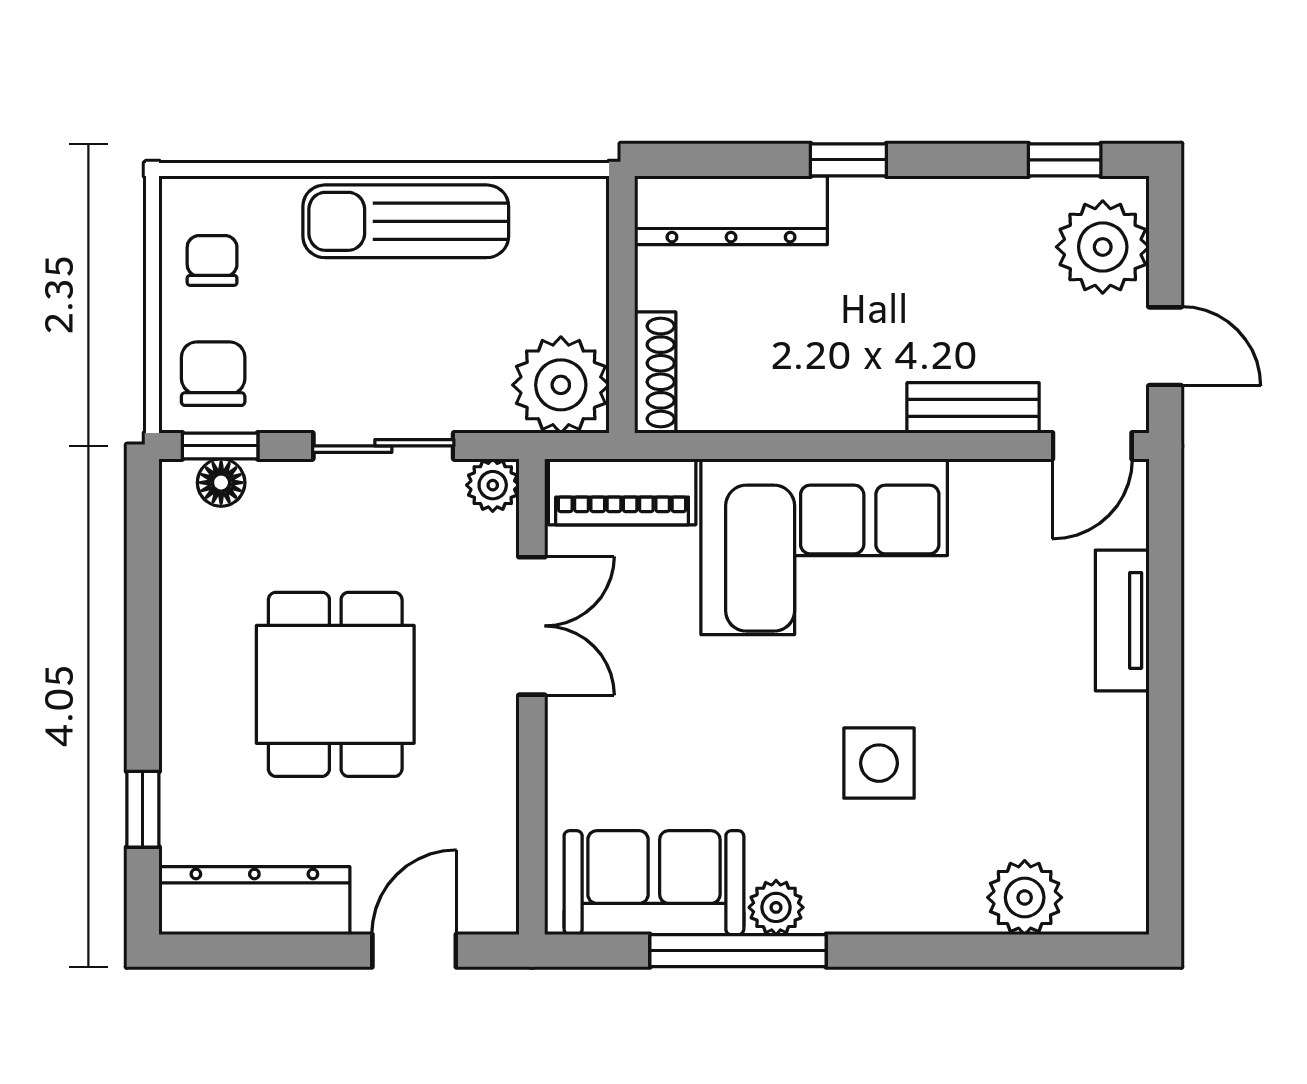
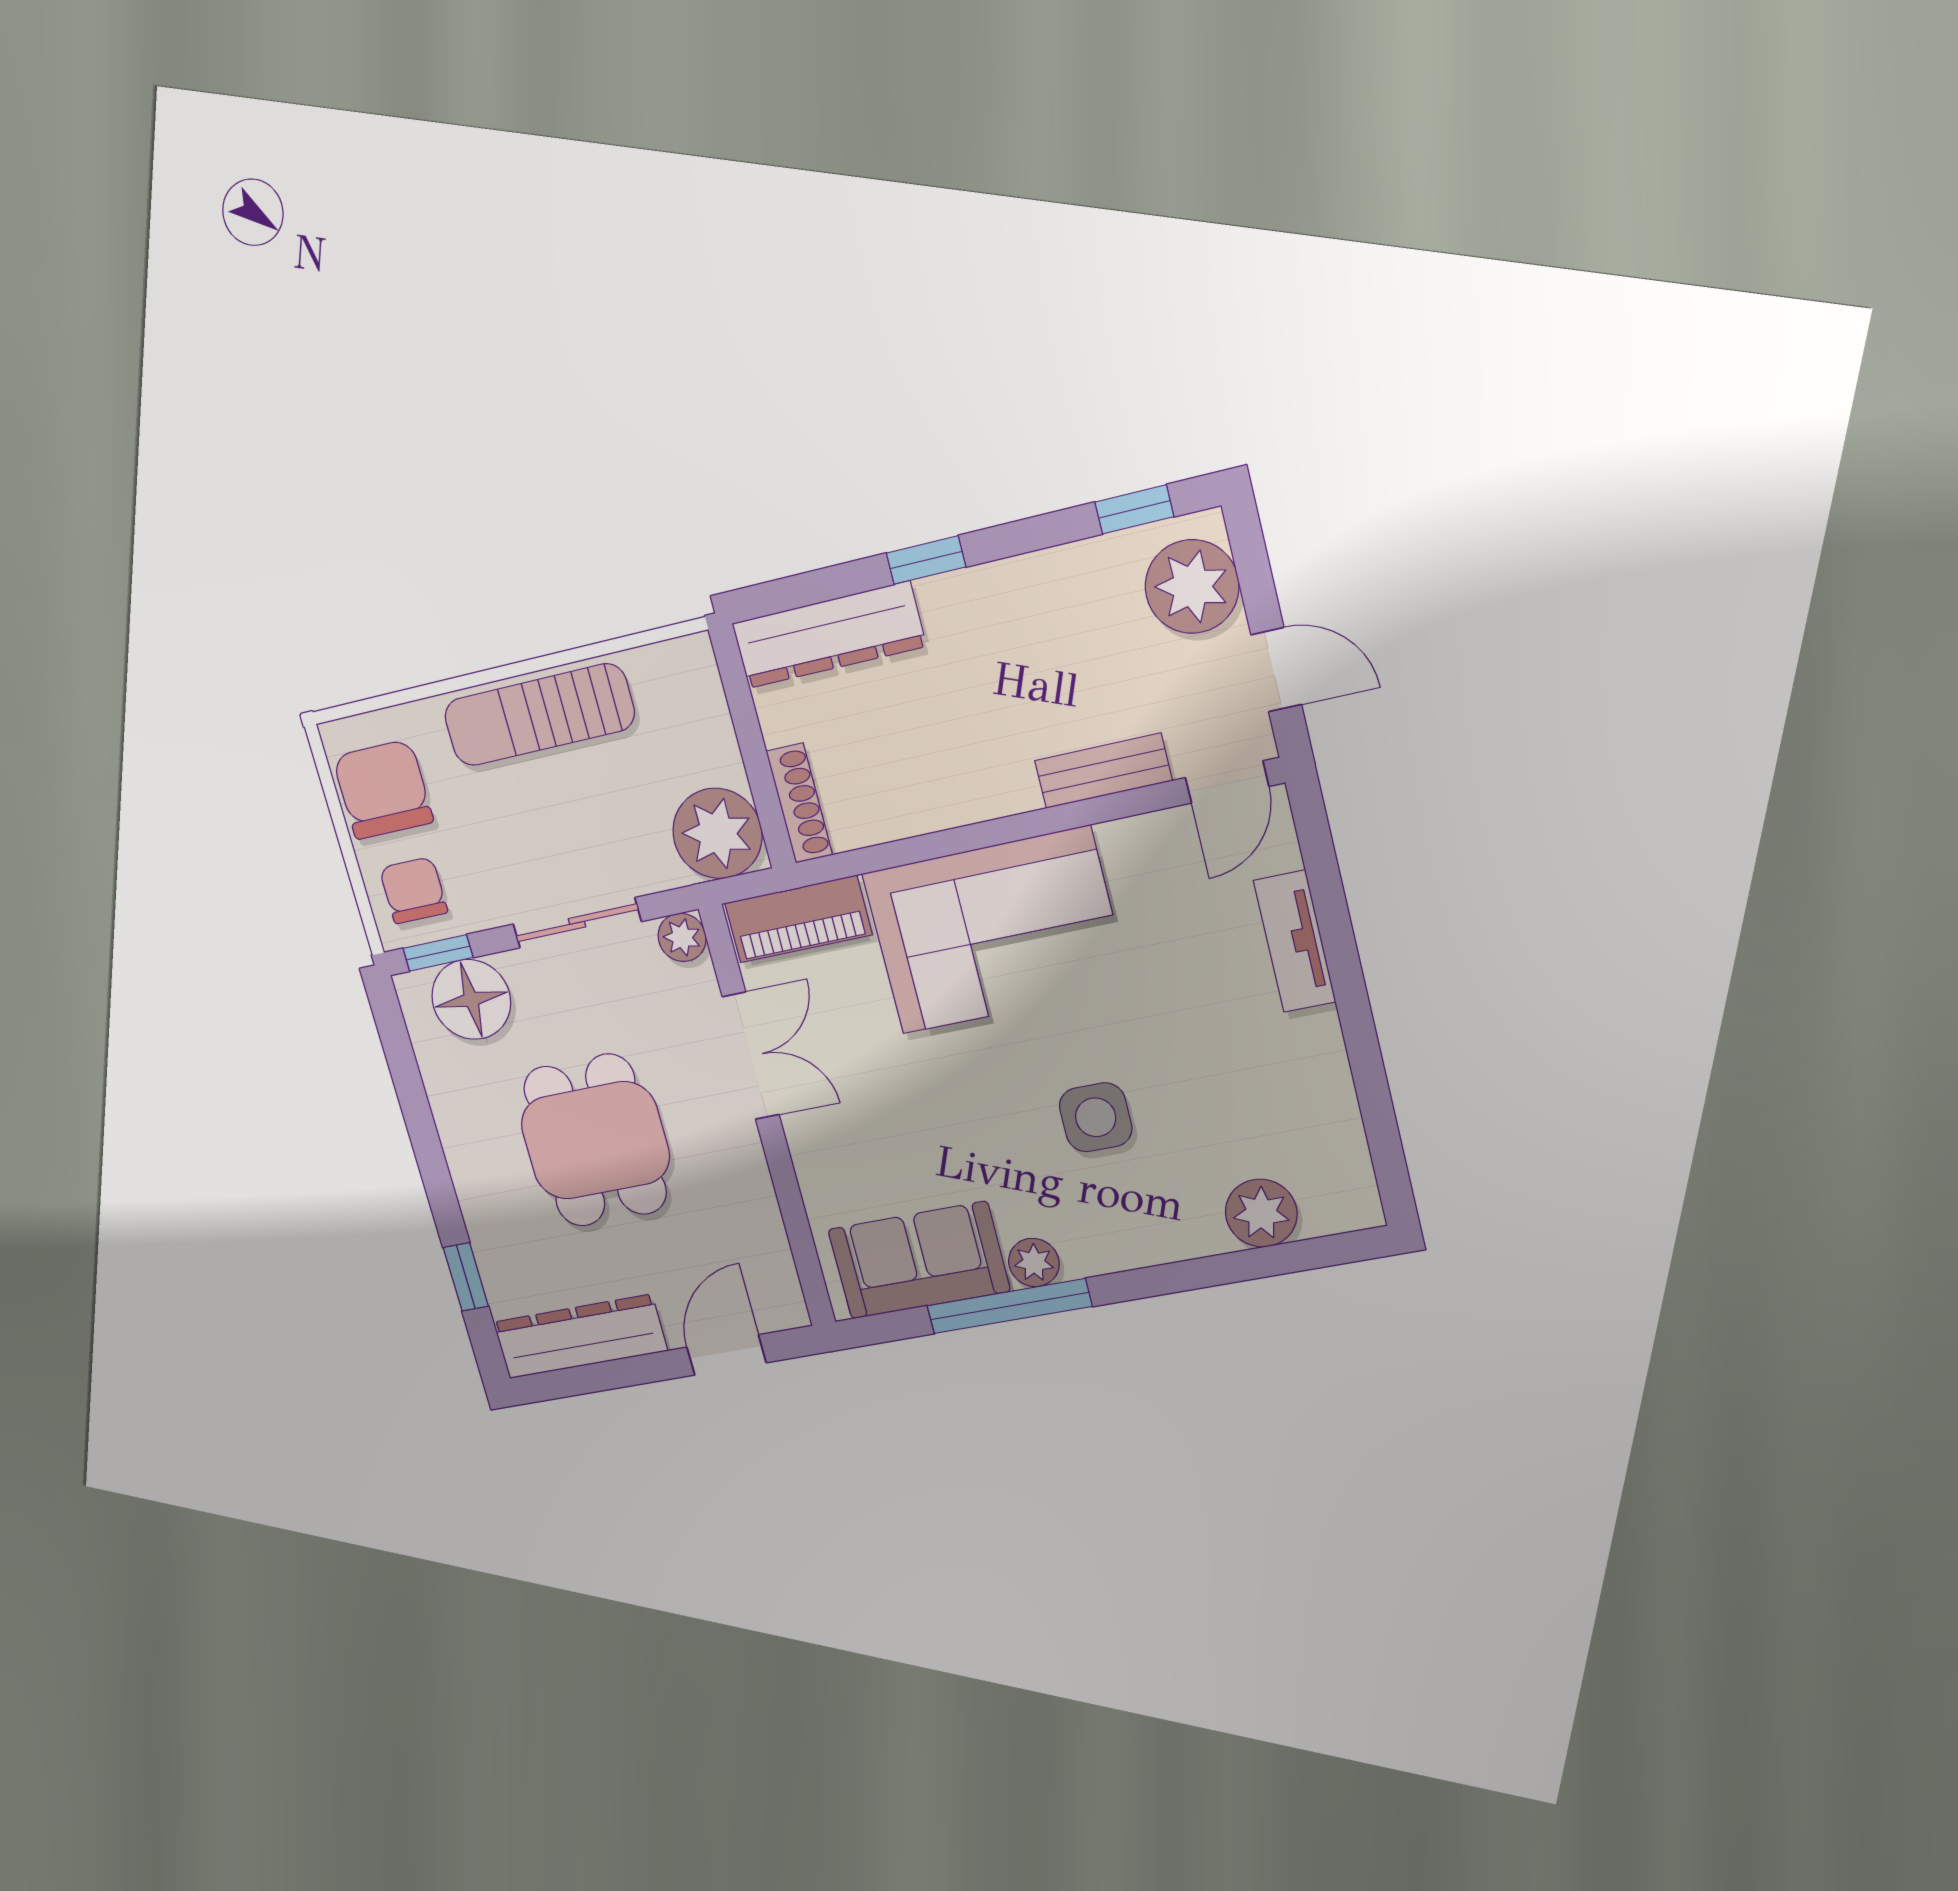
chair: (212, 260) -> (383, 790), width x1.87, depth x1.87
floor lamp: (221, 483) -> (471, 999), width x1.89, depth x1.89

